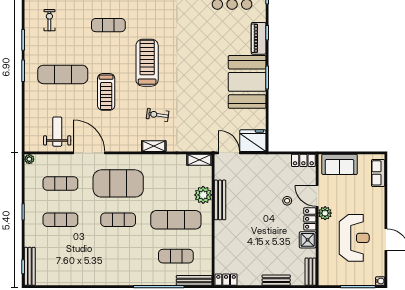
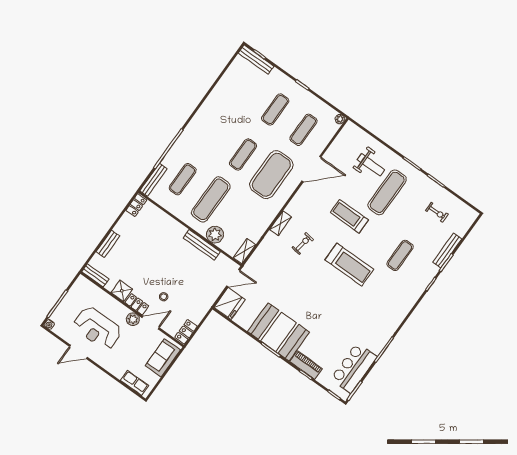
weight bench: (57, 132) -> (371, 165), moved

